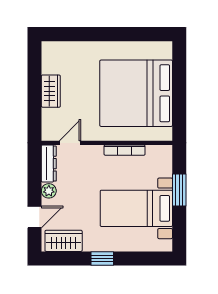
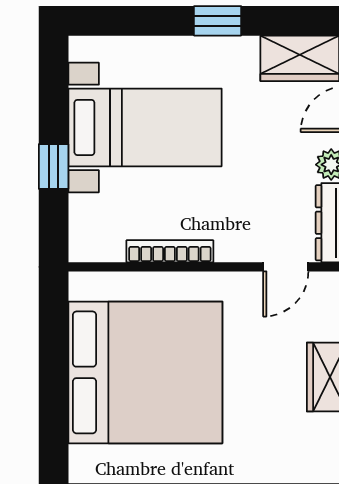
window: (179, 190) -> (54, 167), width x0.67

